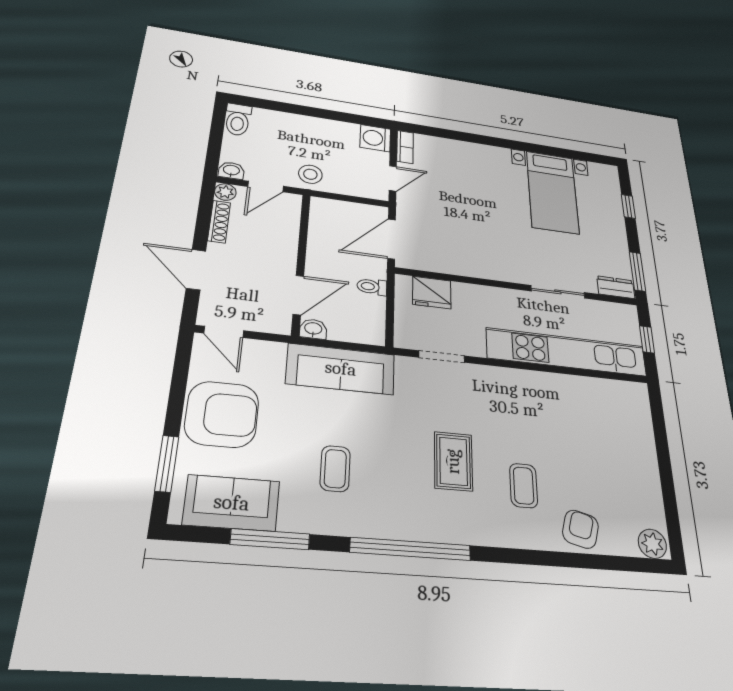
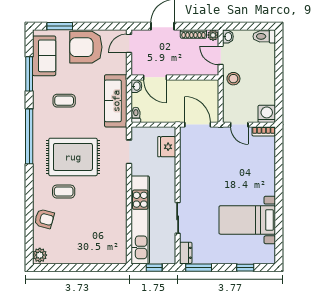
toilet: (372, 287) -> (136, 115), moved
armchair: (222, 414) -> (86, 47), turned 90
rug: (453, 461) -> (73, 157), width x1.86, depth x2.06

